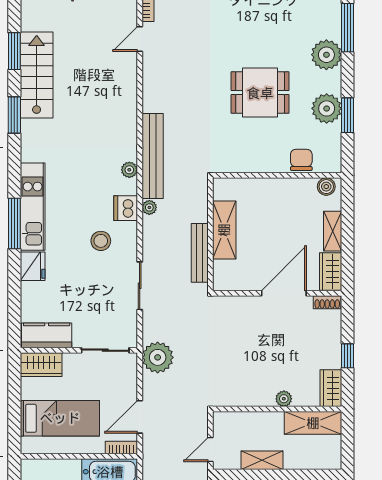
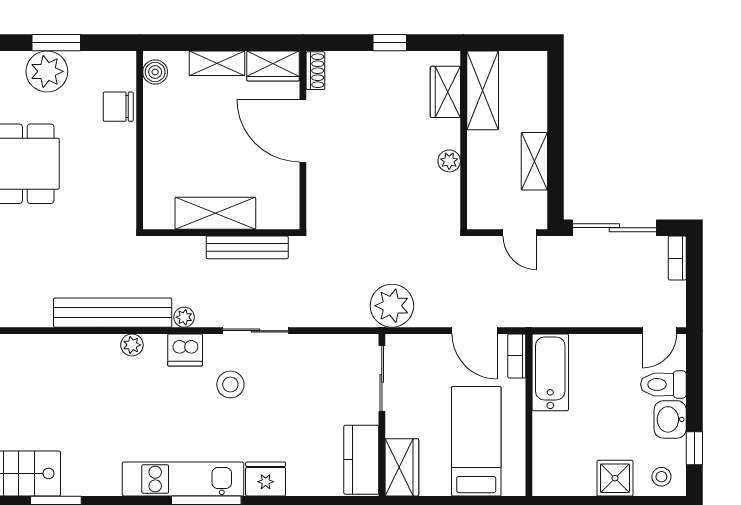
sliding door: (140, 286) -> (256, 331), moved
wardrobe: (331, 388) -> (445, 92), moved, turned 90
plant: (284, 399) -> (449, 161), moved

